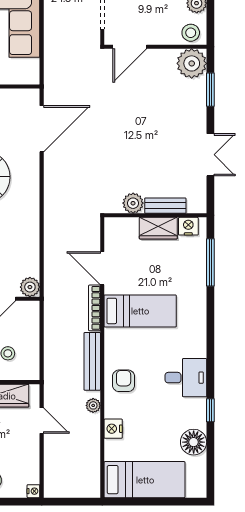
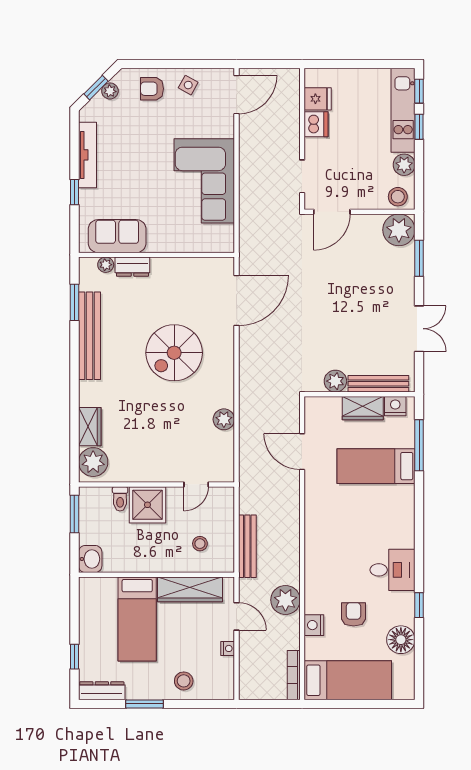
bench: (165, 206) -> (378, 384), width x1.36
plant: (30, 287) -> (224, 419), moved
bookcase: (95, 308) -> (294, 675), moved
bed: (140, 311) -> (376, 466), moved, turned 180
bench: (92, 361) -> (247, 546), moved
armchair: (124, 381) -> (354, 614), moved
plant: (93, 405) -> (285, 600), width x1.88, depth x1.88
nightstand: (33, 491) -> (228, 648), moved

